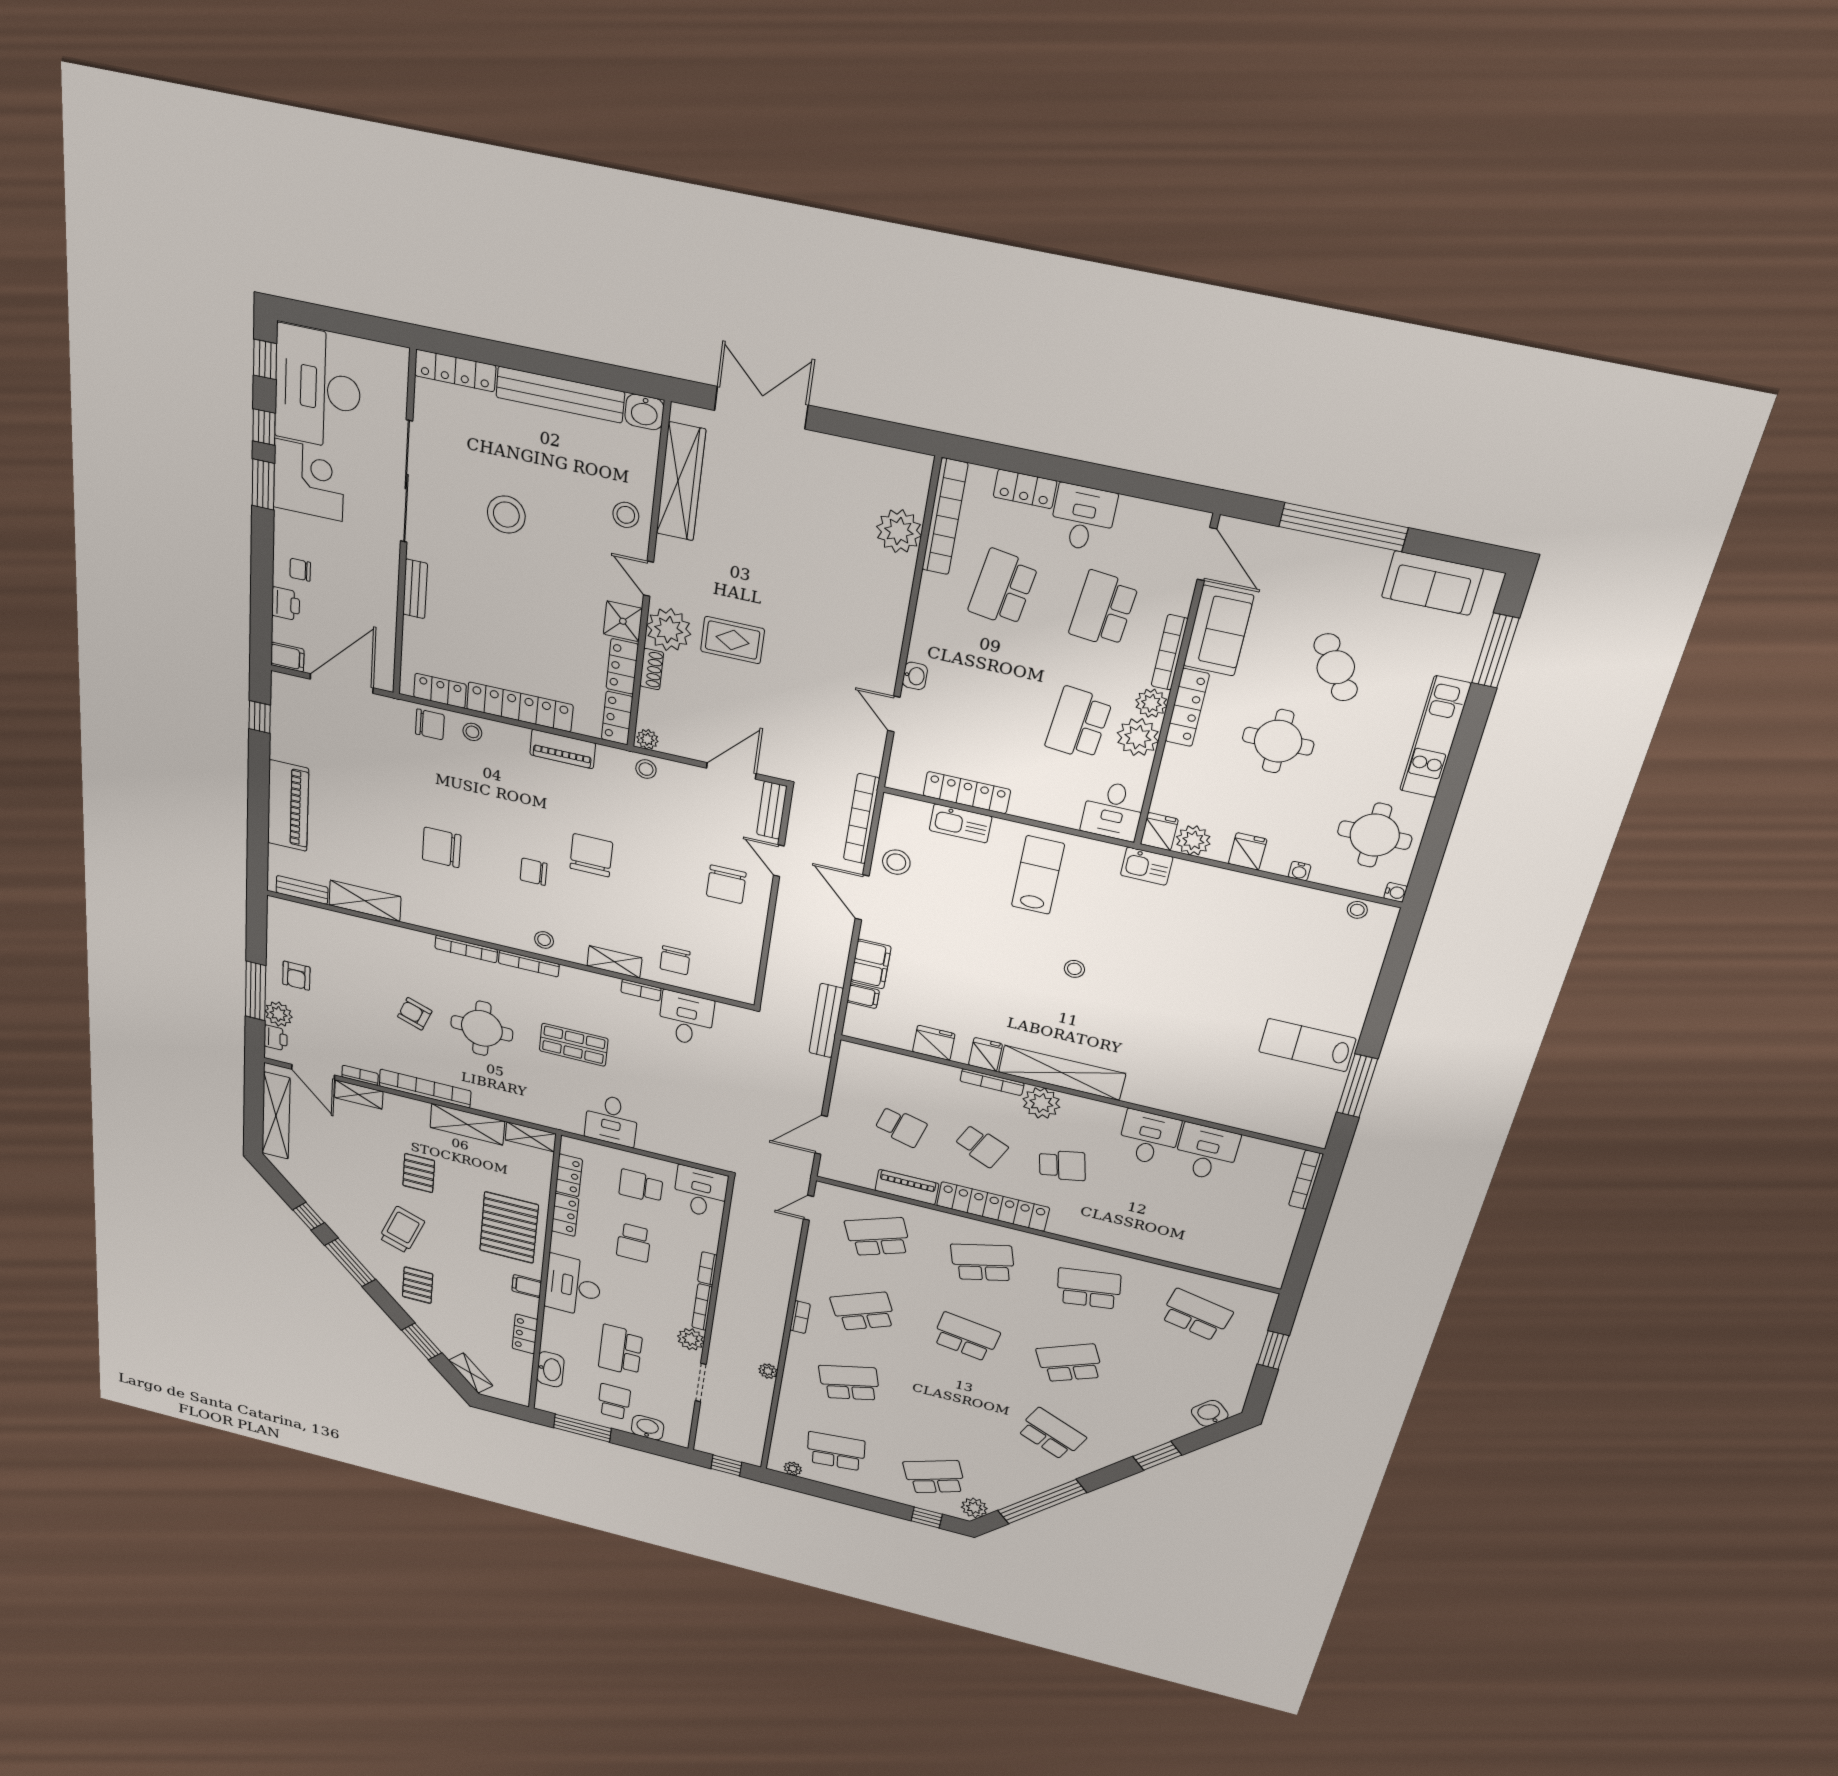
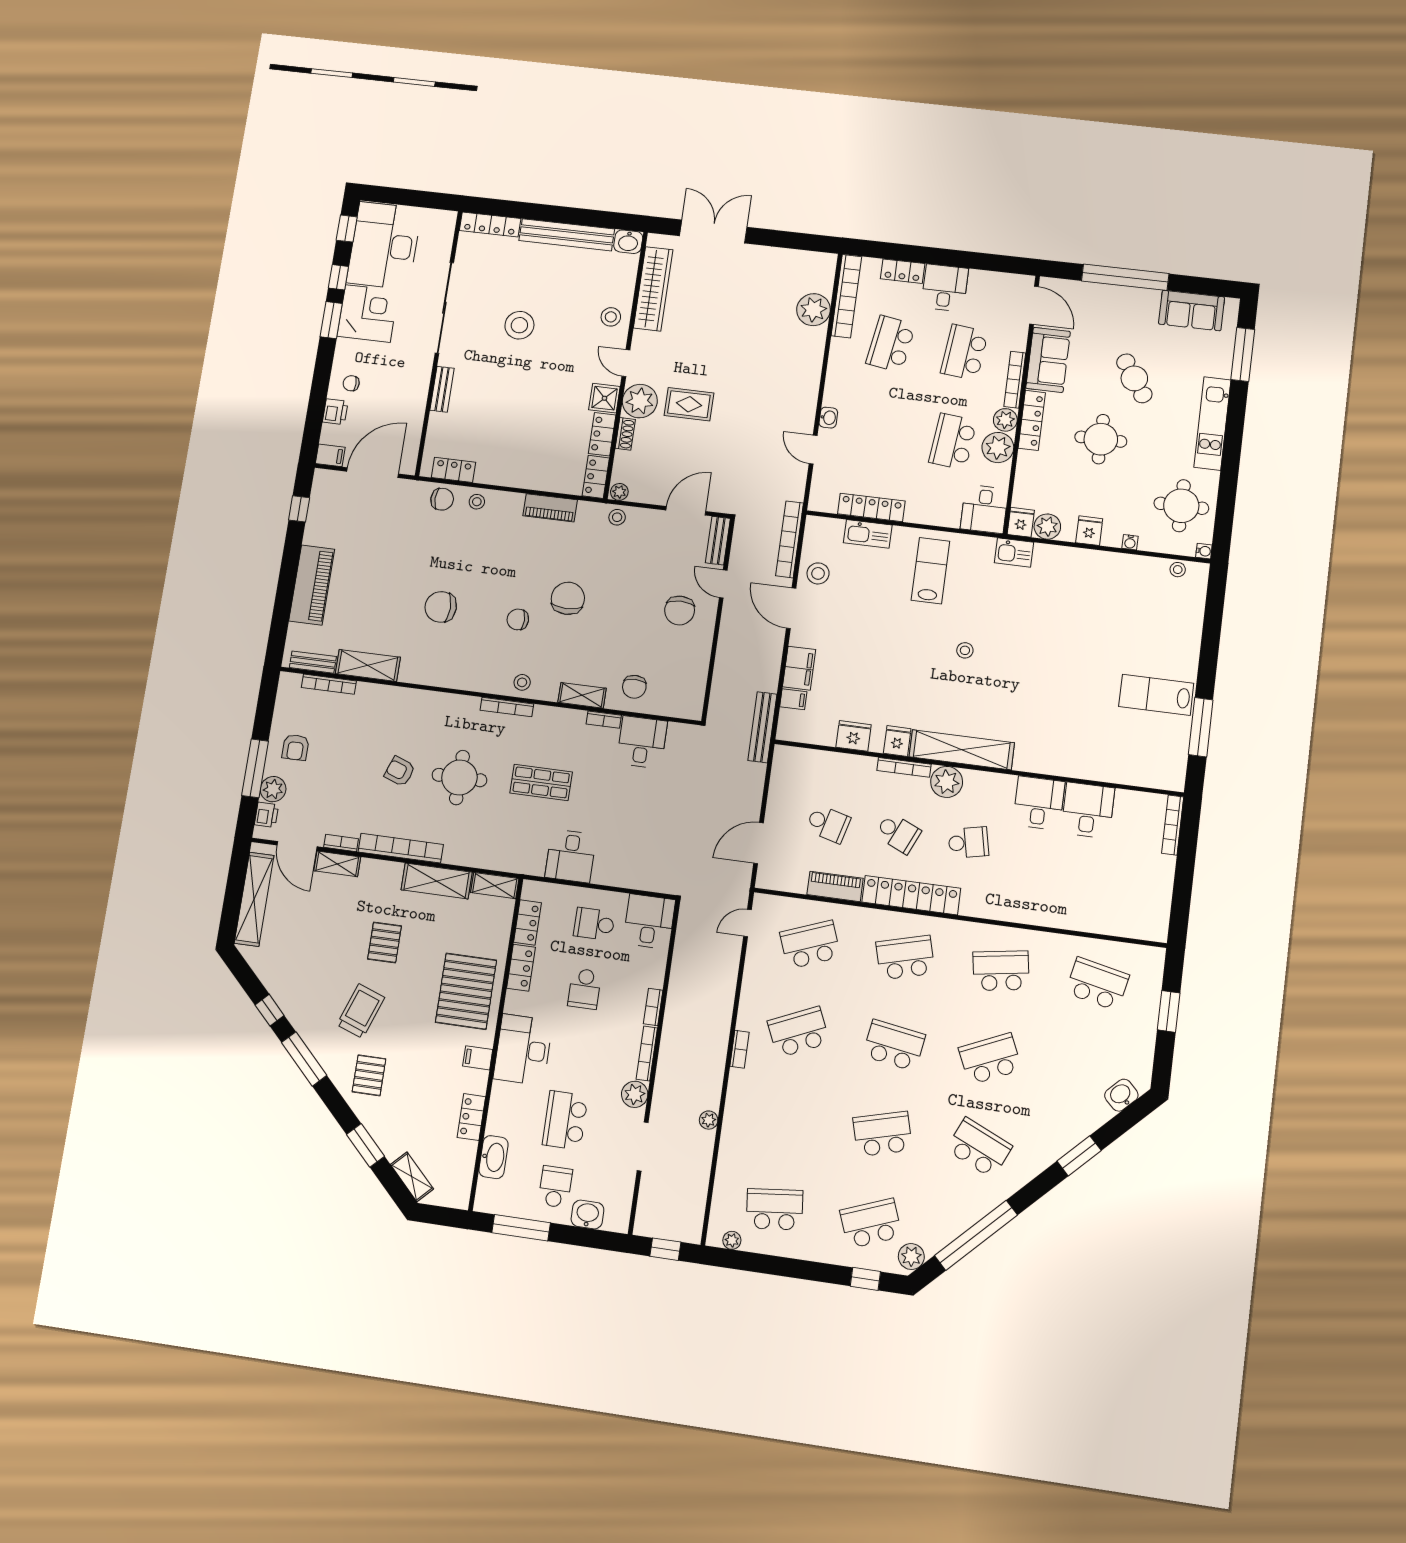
locker: (520, 707) -> (518, 476), removed
bookcase: (466, 949) -> (329, 684), moved
school desk: (849, 1383) -> (883, 1134), moved

